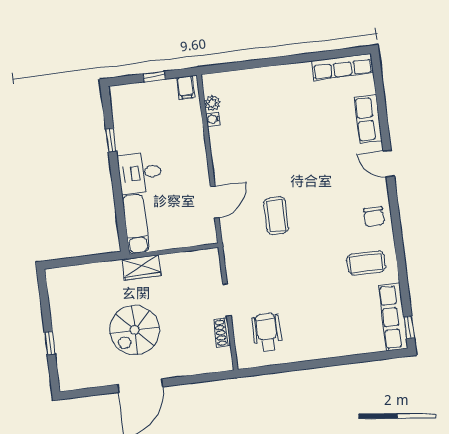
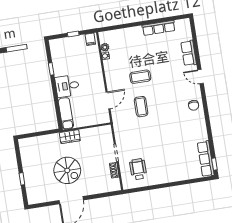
row of seats: (342, 67) -> (159, 28), moved
coffee table: (366, 263) -> (140, 77), moved
spiral stairs: (135, 330) -> (67, 170), turned -90

